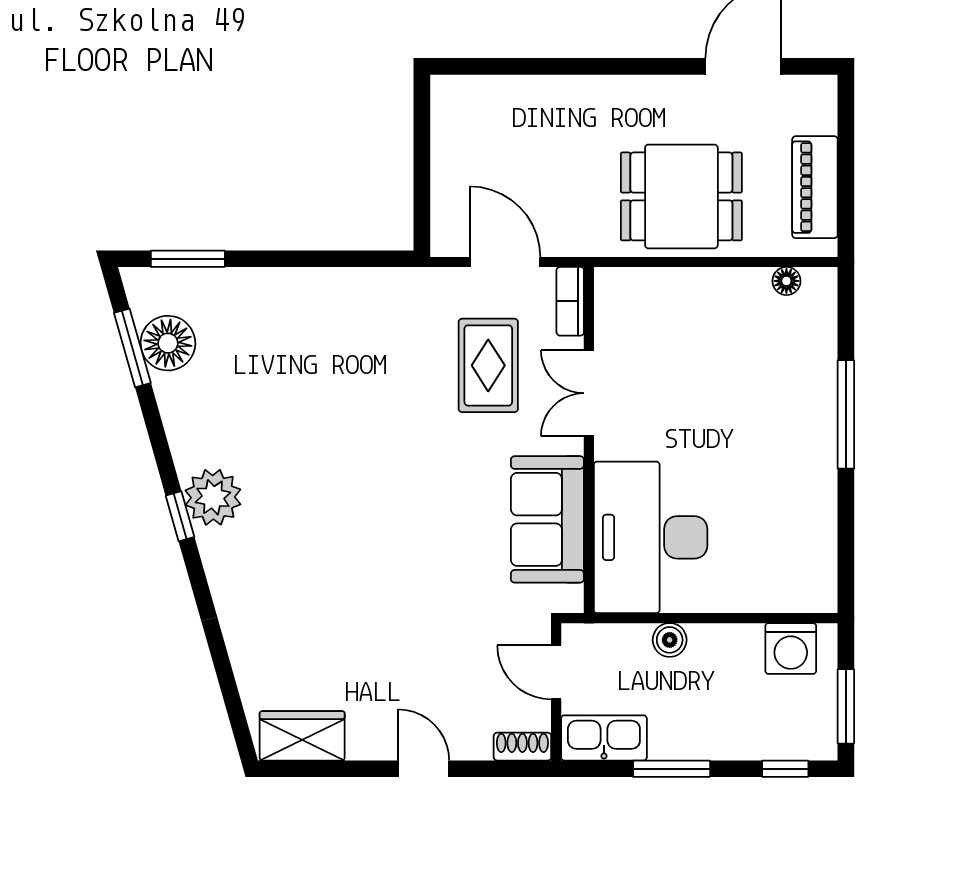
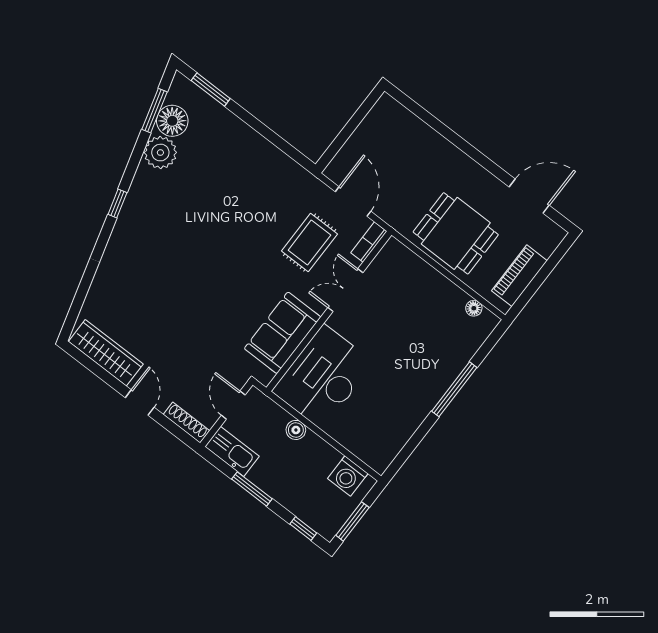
plant: (213, 497) -> (160, 153), moved
wardrobe: (302, 736) -> (106, 353), width x1.50
shoe rack: (522, 747) -> (187, 423), width x1.43

